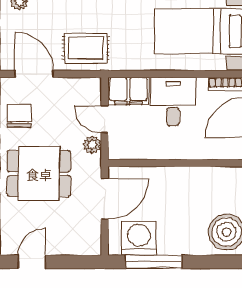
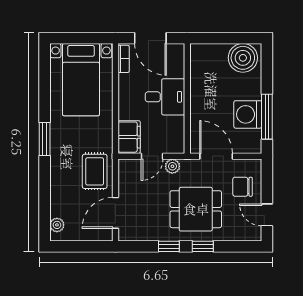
desk: (173, 102) -> (165, 97), moved, turned 180
chair: (19, 116) -> (243, 187), moved
dining table: (39, 174) -> (196, 209), turned 90
washing machine: (139, 238) -> (248, 114), moved

